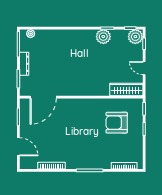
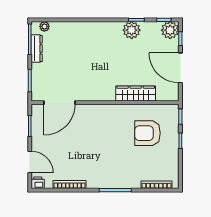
dresser: (24, 64) -> (37, 49), moved
door: (144, 68) -> (180, 68), width x1.88
wardrobe: (126, 90) -> (136, 93), moved
printer: (25, 164) -> (38, 183), added

